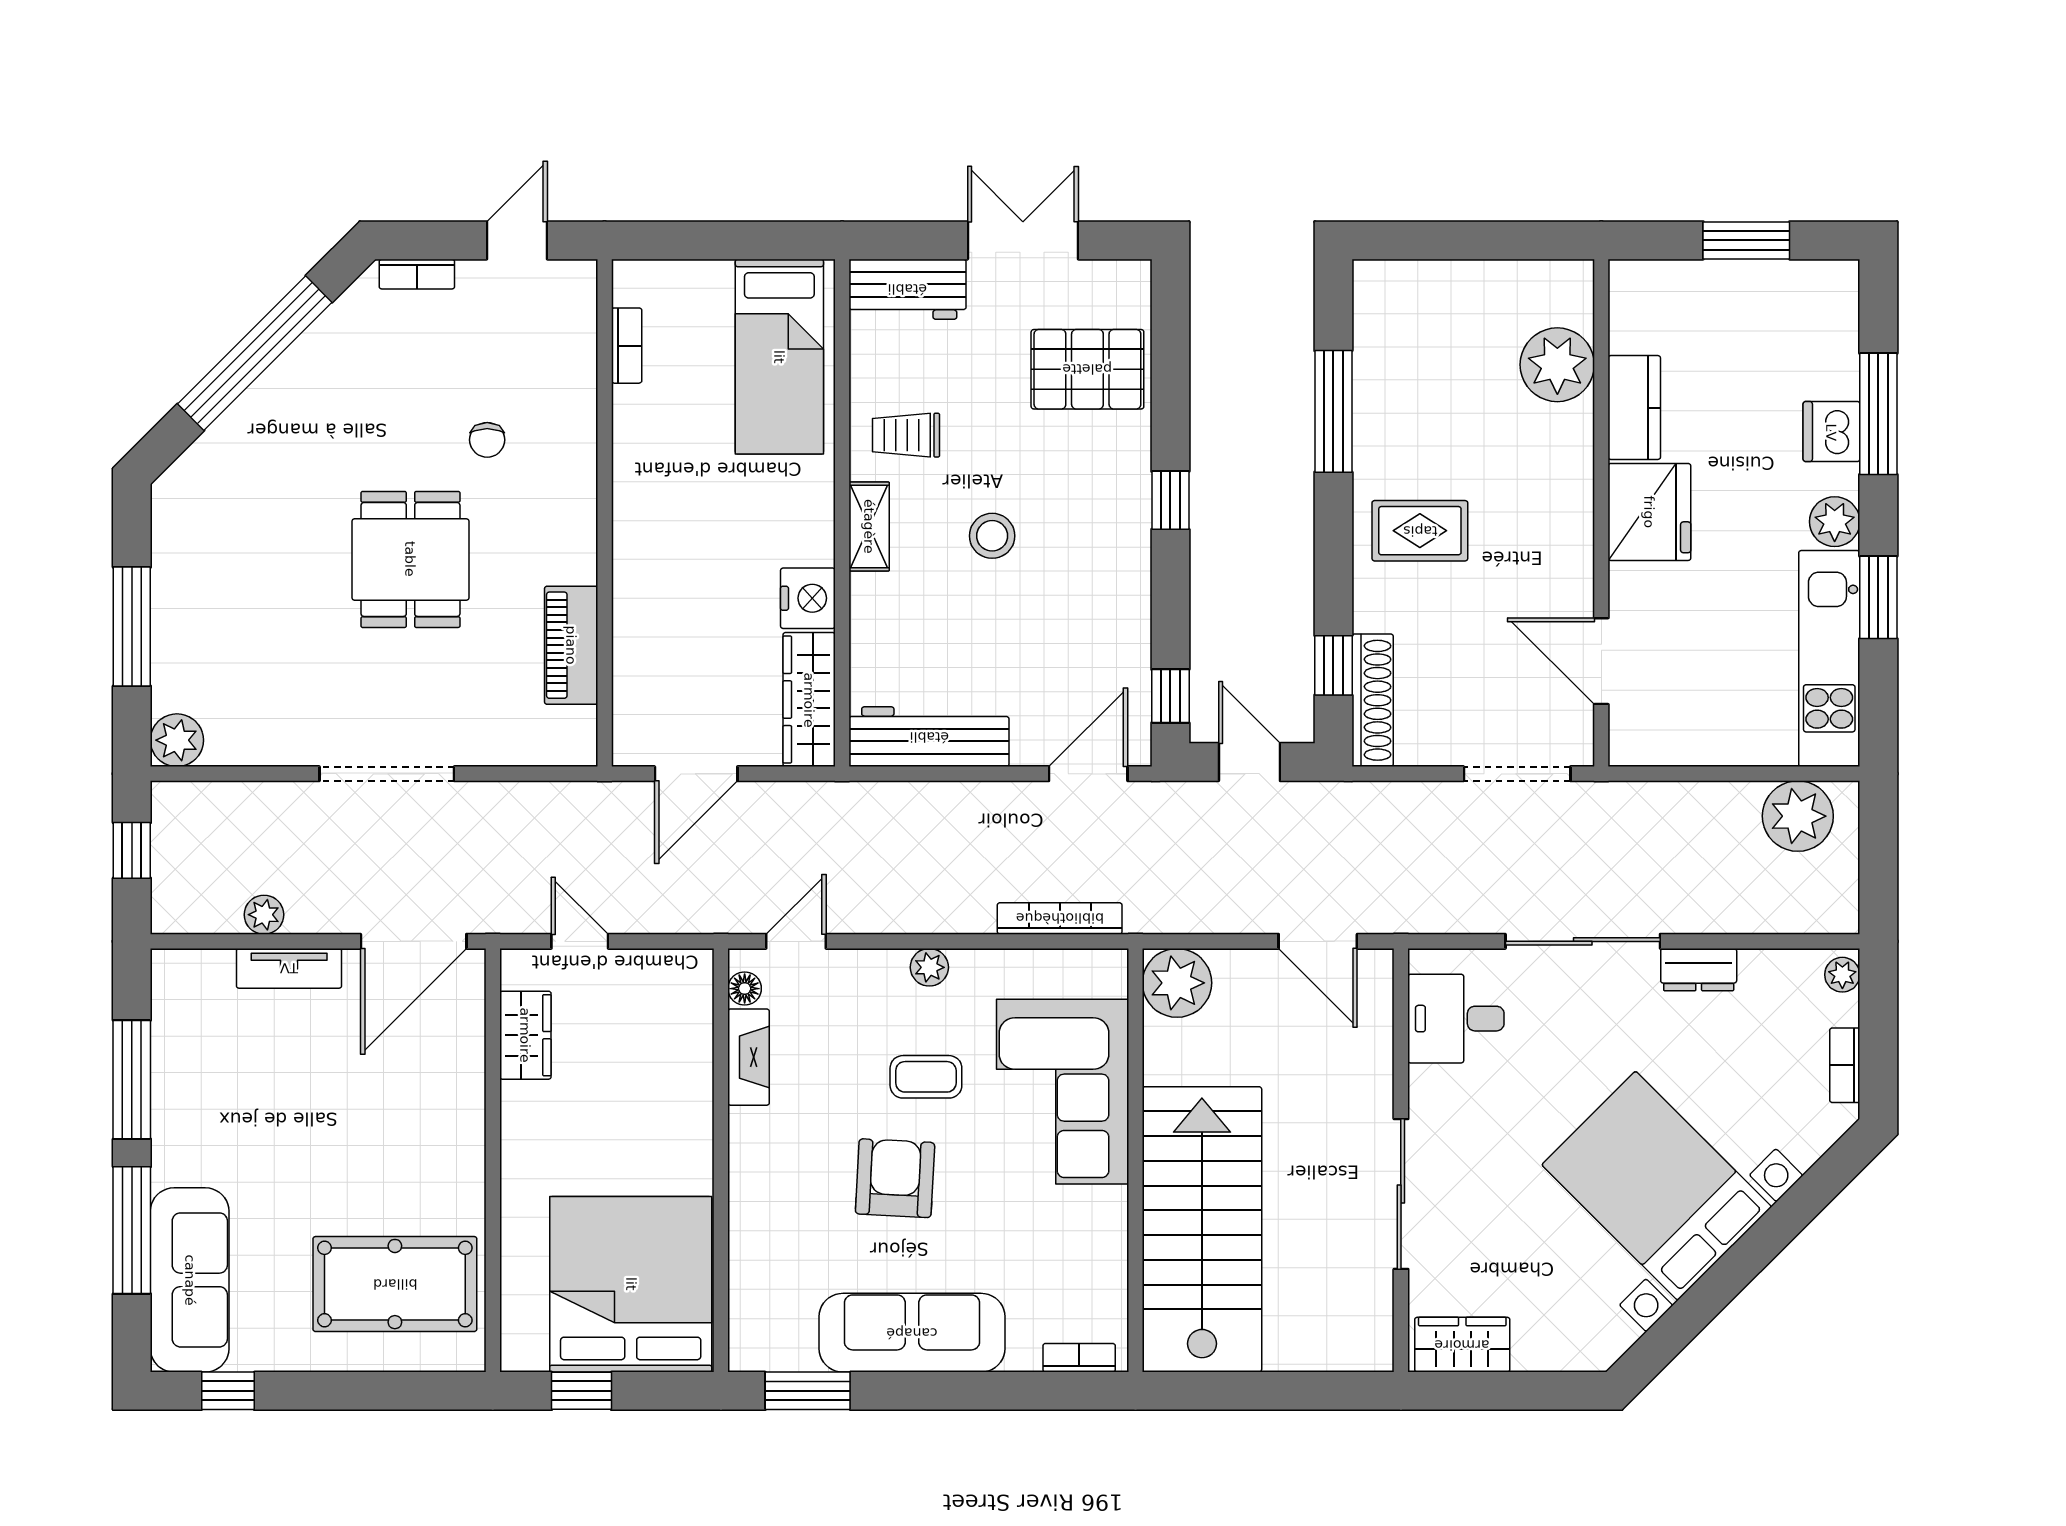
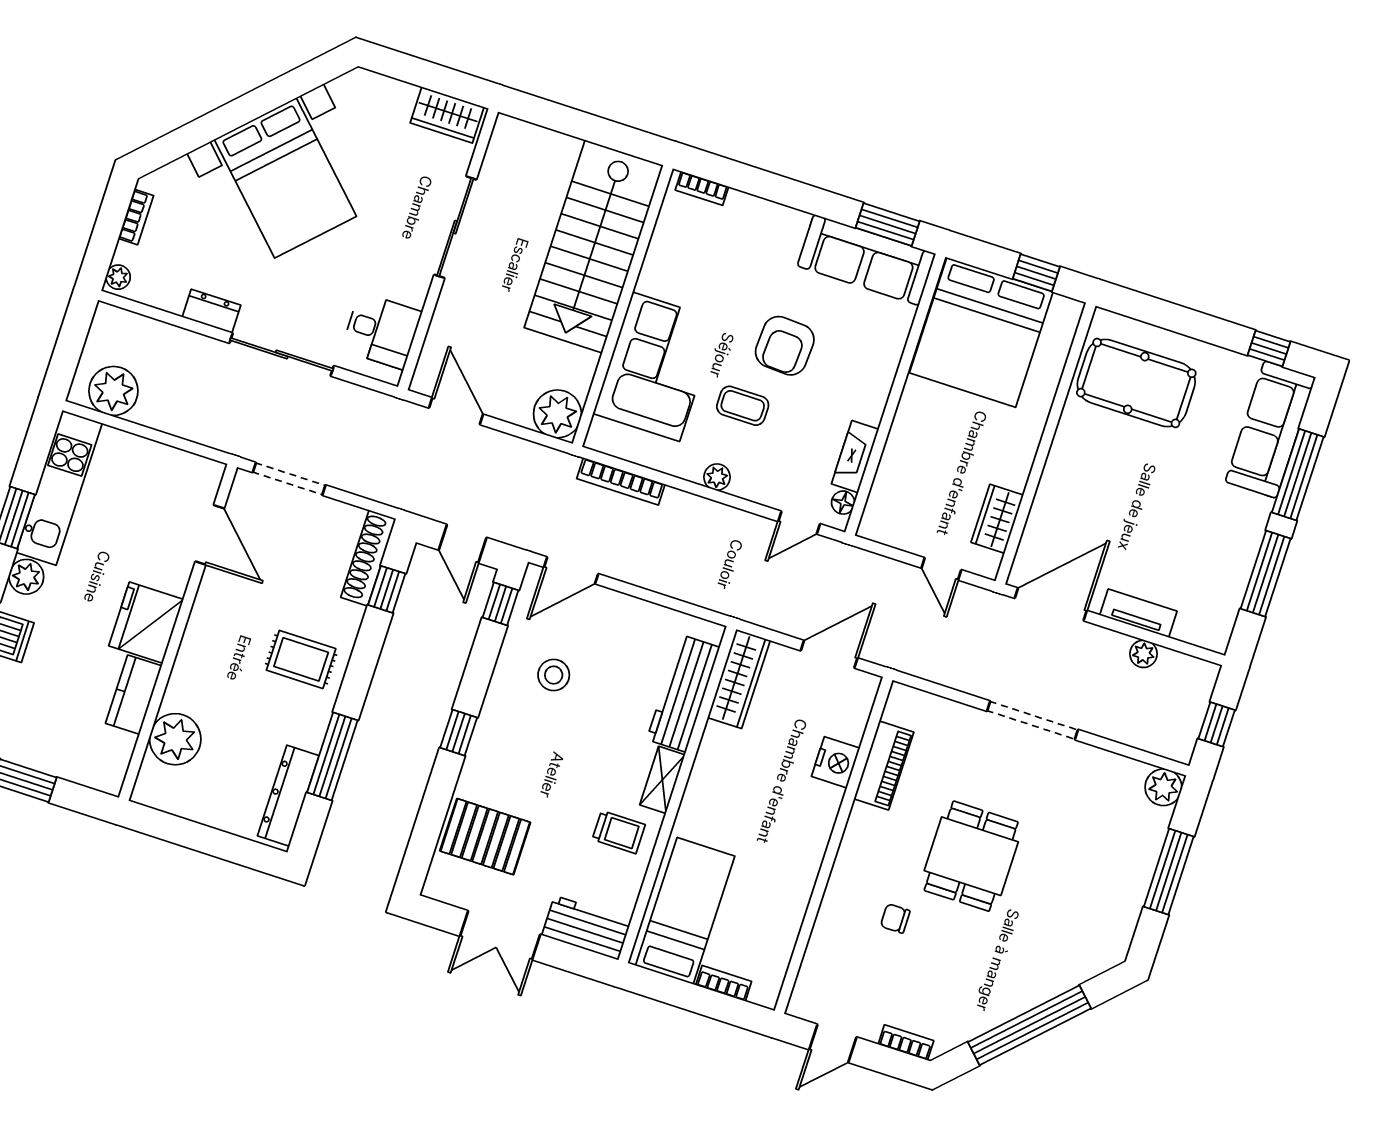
dresser: (1377, 338) -> (288, 796), added
bookcase: (627, 346) -> (724, 983), moved, turned 90
chair: (487, 440) -> (895, 918), turned -90
stool: (992, 536) -> (554, 675), moved
nightstand: (808, 598) -> (836, 762), moved, turned 180
workbench: (929, 737) -> (683, 693), moved, turned 90
sofa: (912, 1333) -> (866, 260), moved

